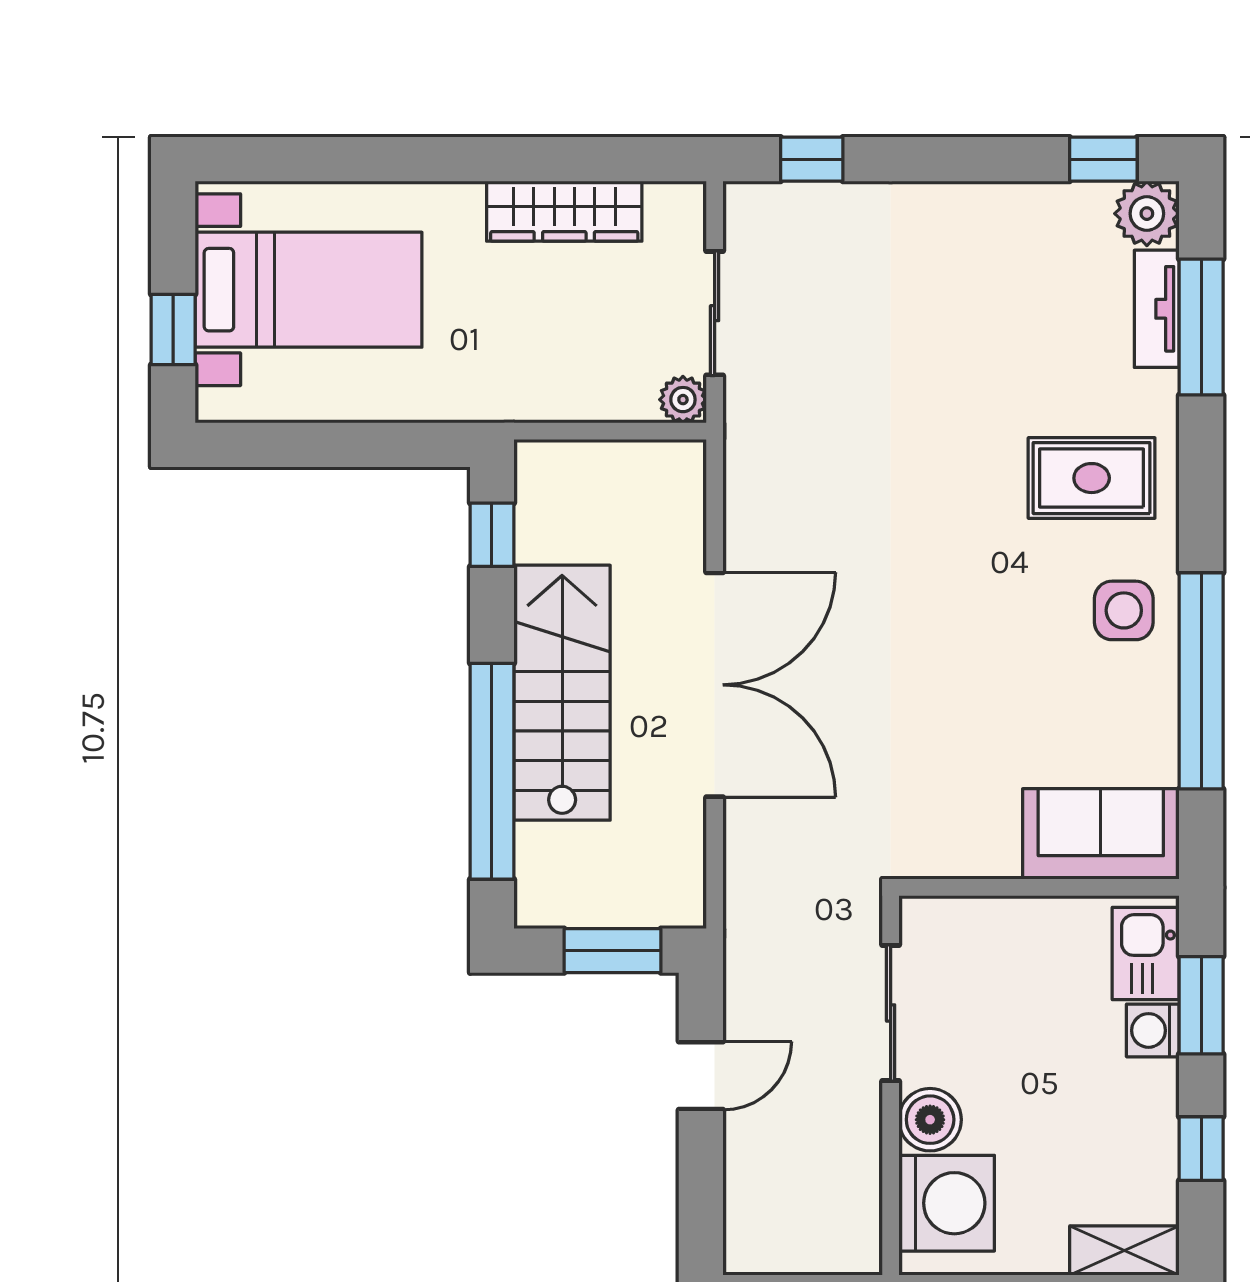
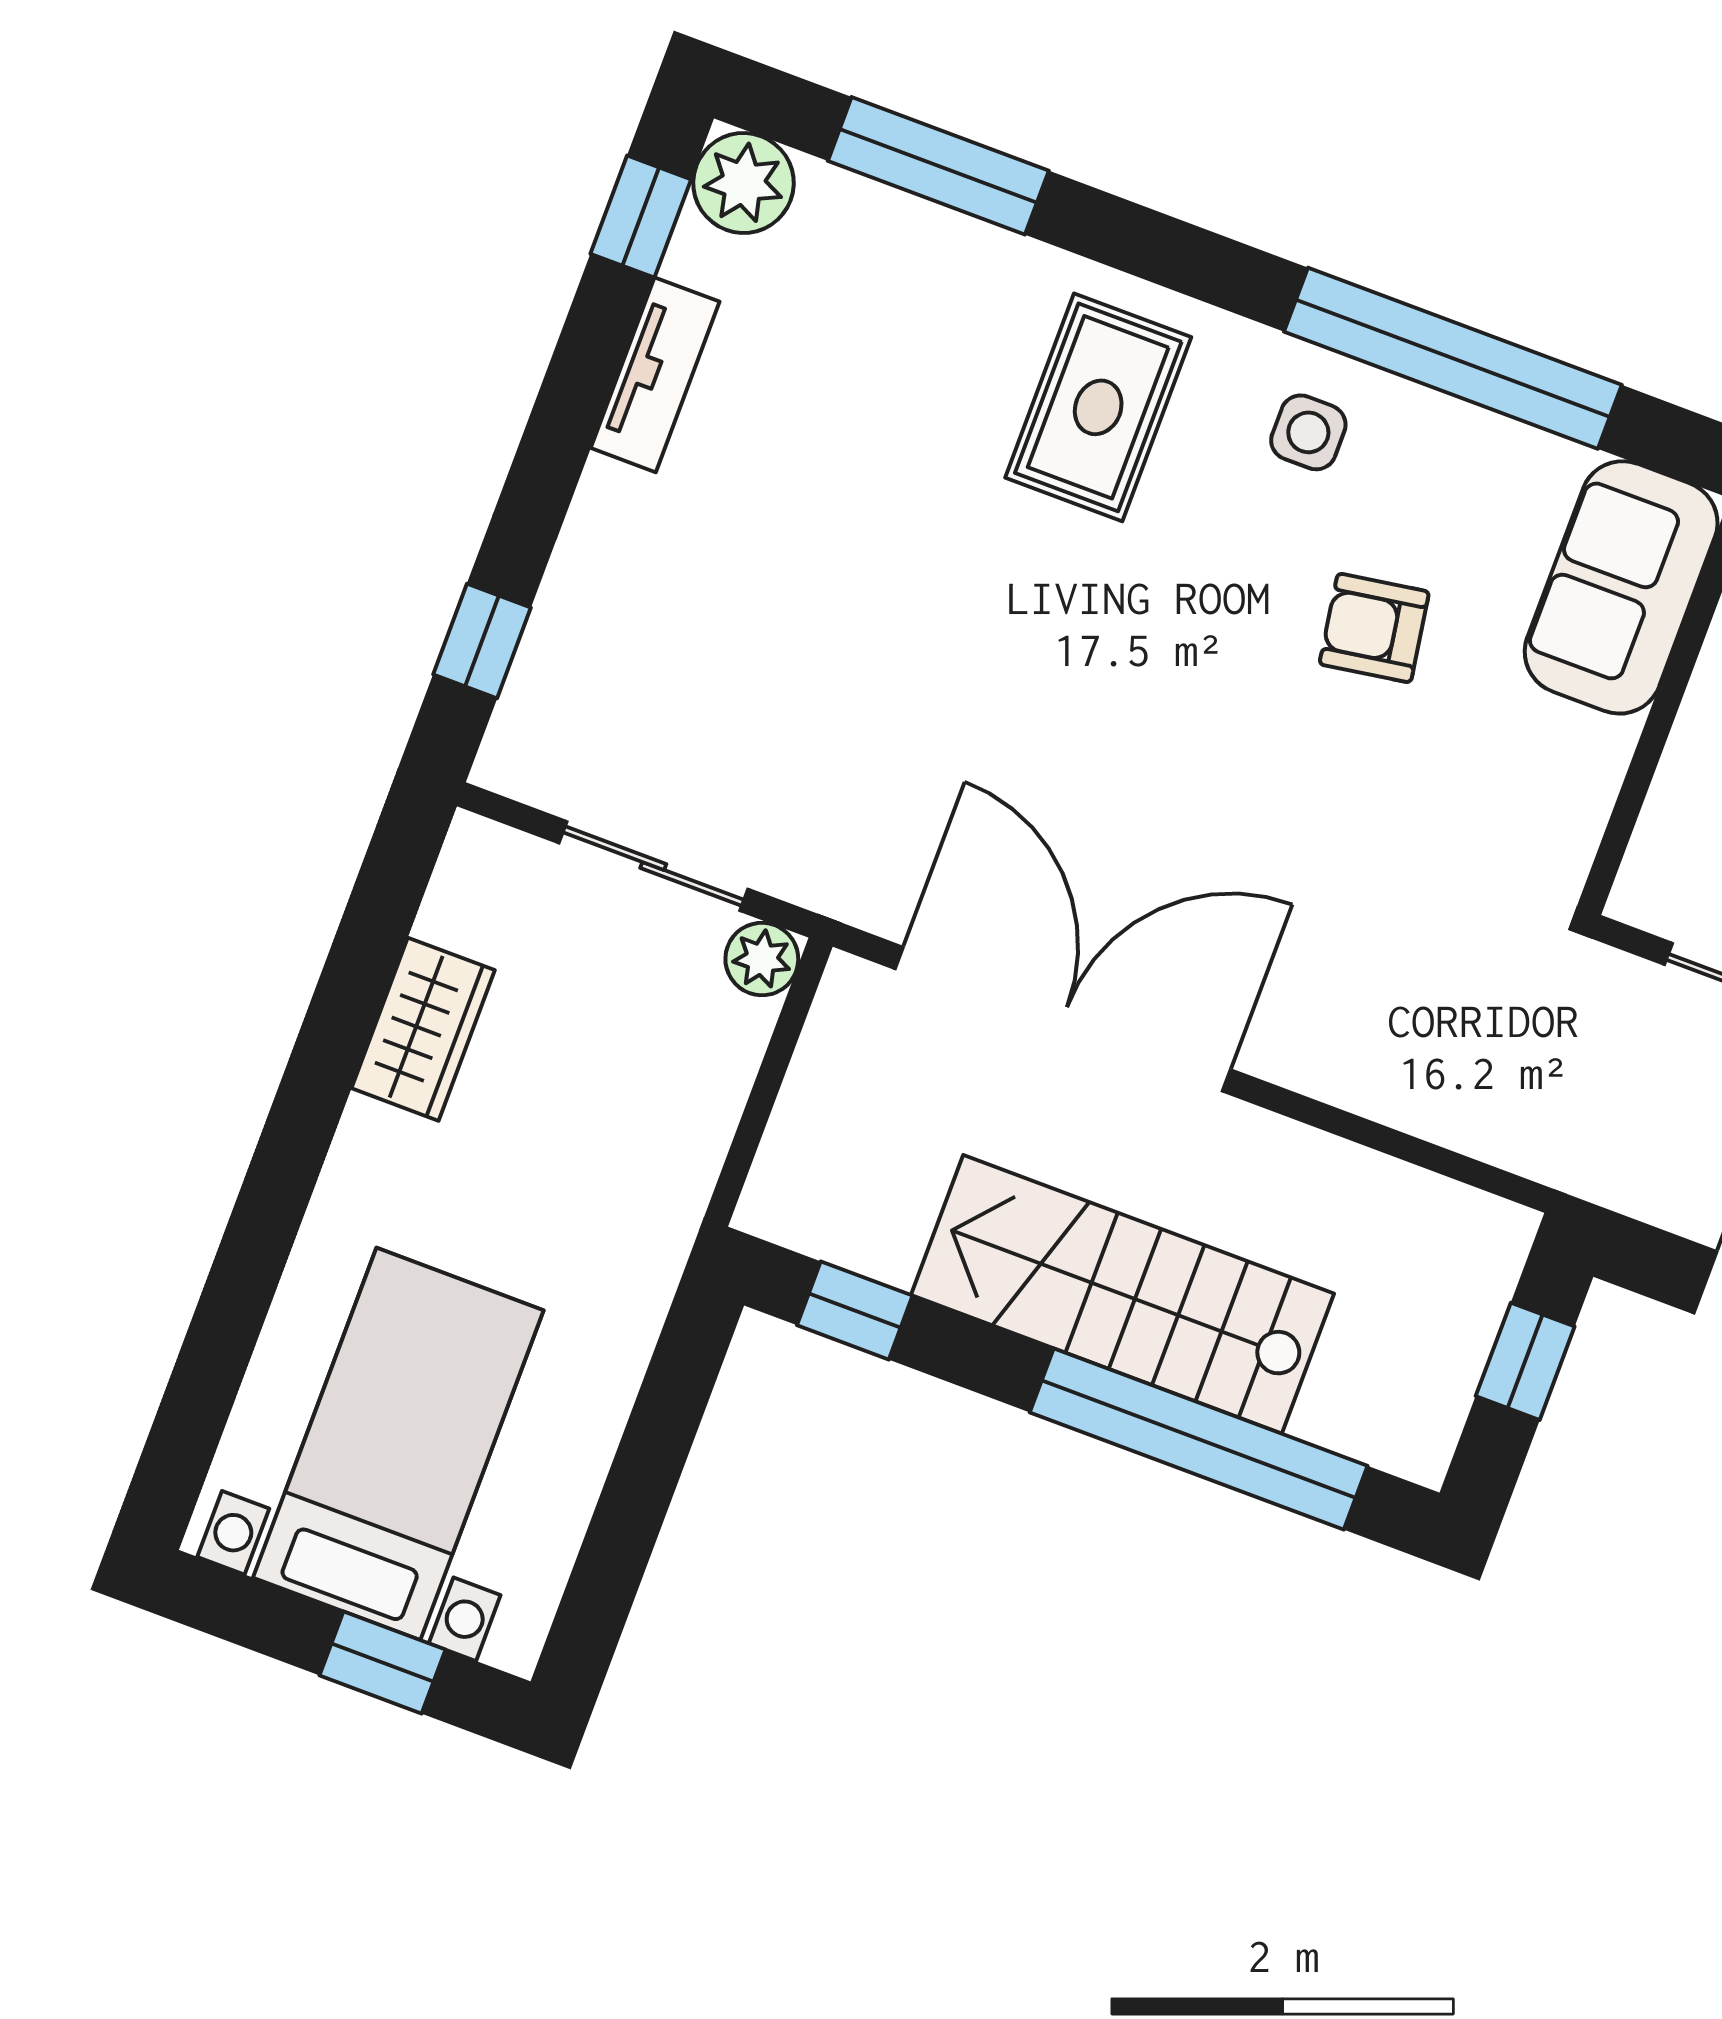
wardrobe: (564, 211) -> (423, 1029), width x0.67
tv unit: (1157, 309) -> (655, 375), moved, turned -90
side table: (1124, 610) -> (1308, 432), width x0.73, depth x0.73
double door: (715, 685) -> (1063, 1019), moved
armchair: (1021, 694) -> (1374, 628), added
window: (612, 951) -> (1525, 1361), width x0.67

